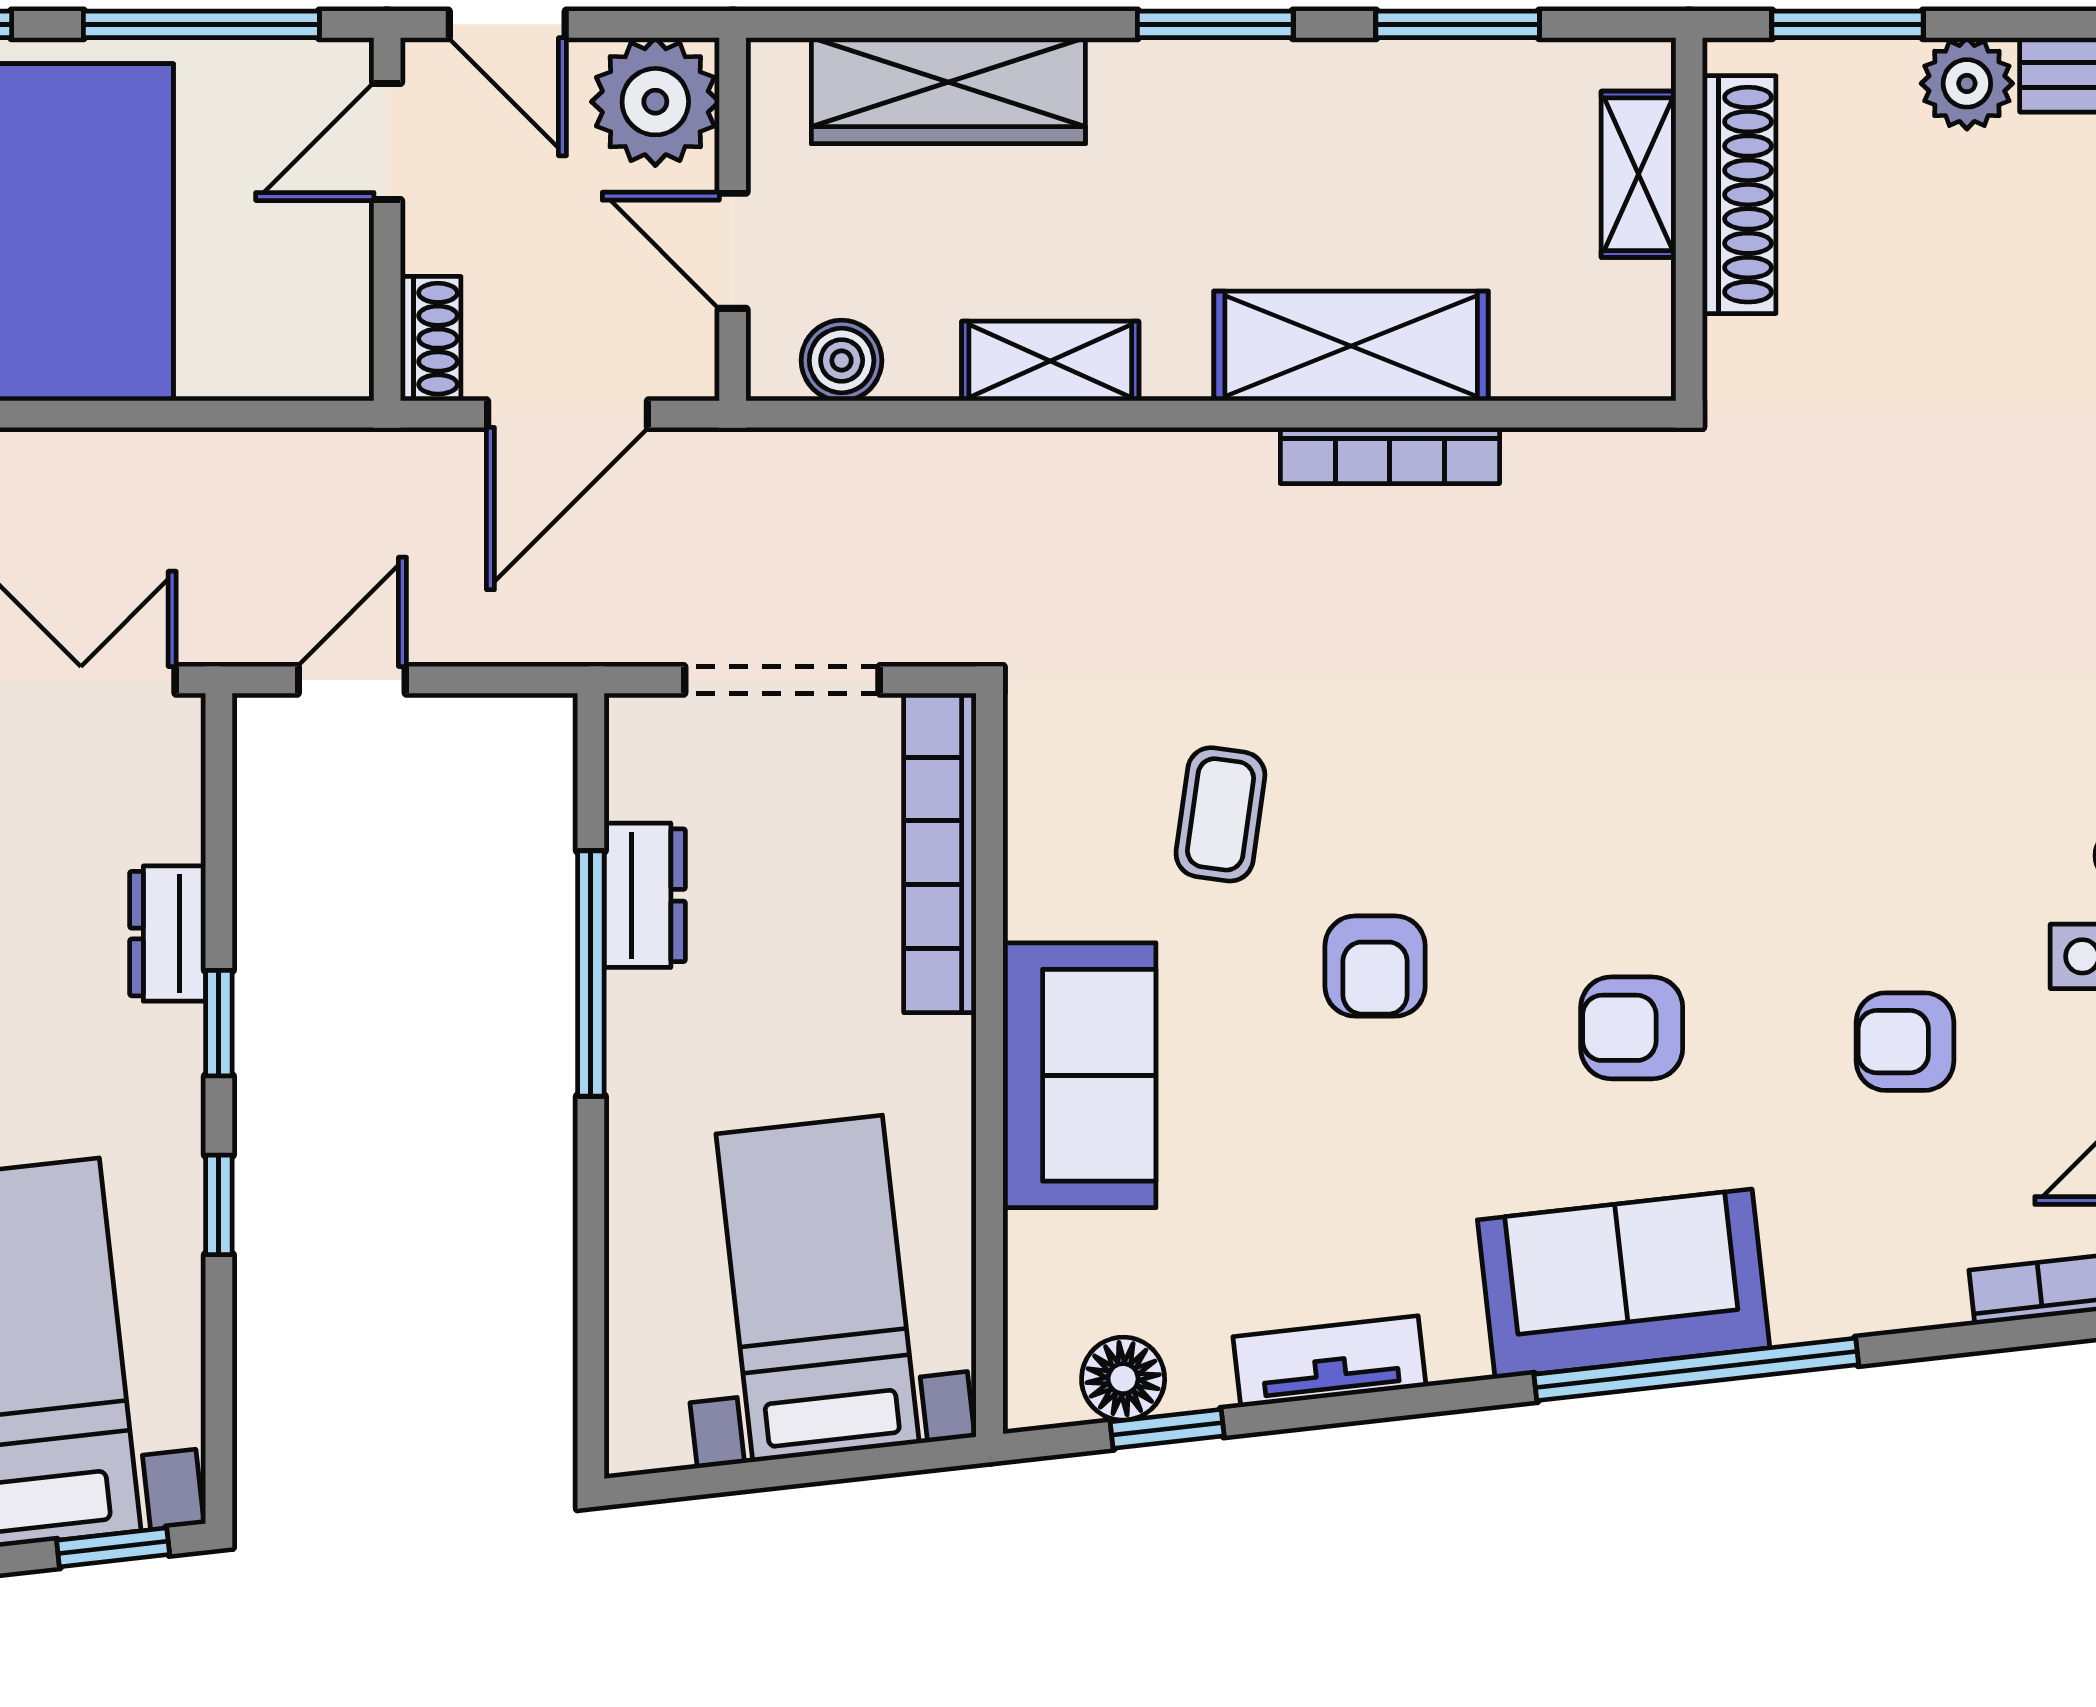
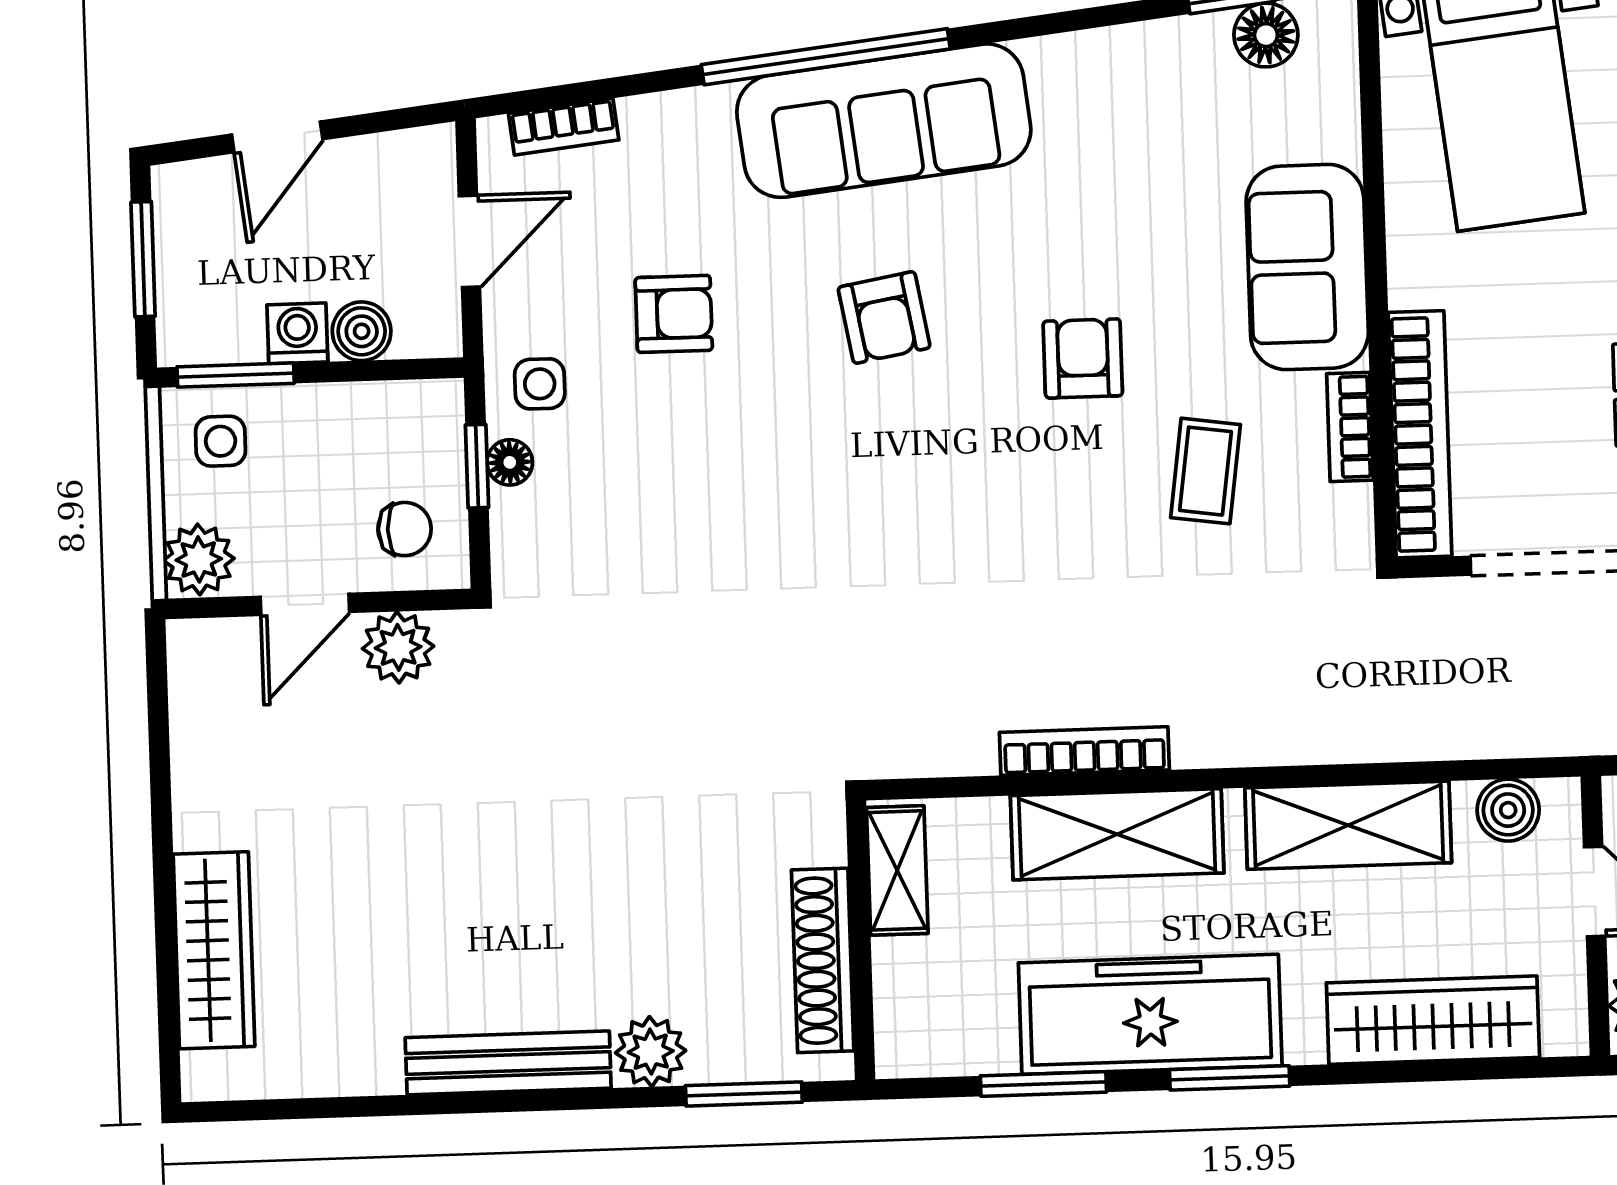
freezer: (1316, 110) -> (1150, 1014), added
shelving: (1639, 174) -> (897, 870), moved
shelving: (1050, 361) -> (1348, 825), width x1.50, depth x1.33
bookcase: (1031, 866) -> (1350, 427), added
armchair: (1632, 1028) -> (884, 317), turned 80
sofa: (1624, 1284) -> (884, 121), width x1.36
tv unit: (1330, 1361) -> (1108, 53), removed

